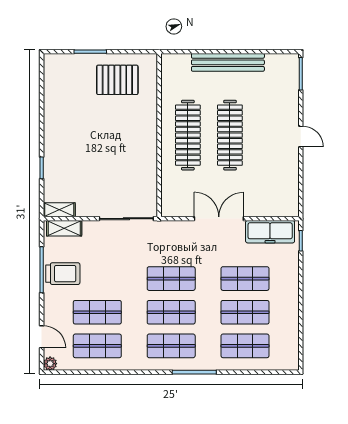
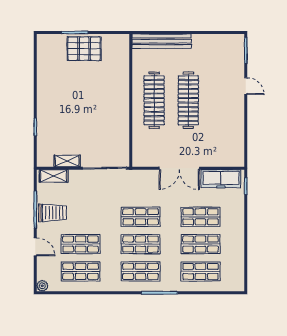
bench: (228, 62) -> (162, 41), moved
pallet: (117, 80) -> (84, 49), moved
door: (301, 136) -> (246, 86), moved
shelving: (59, 210) -> (67, 161), moved
double door: (219, 219) -> (179, 168), swing flipped
door: (42, 337) -> (35, 247), moved

